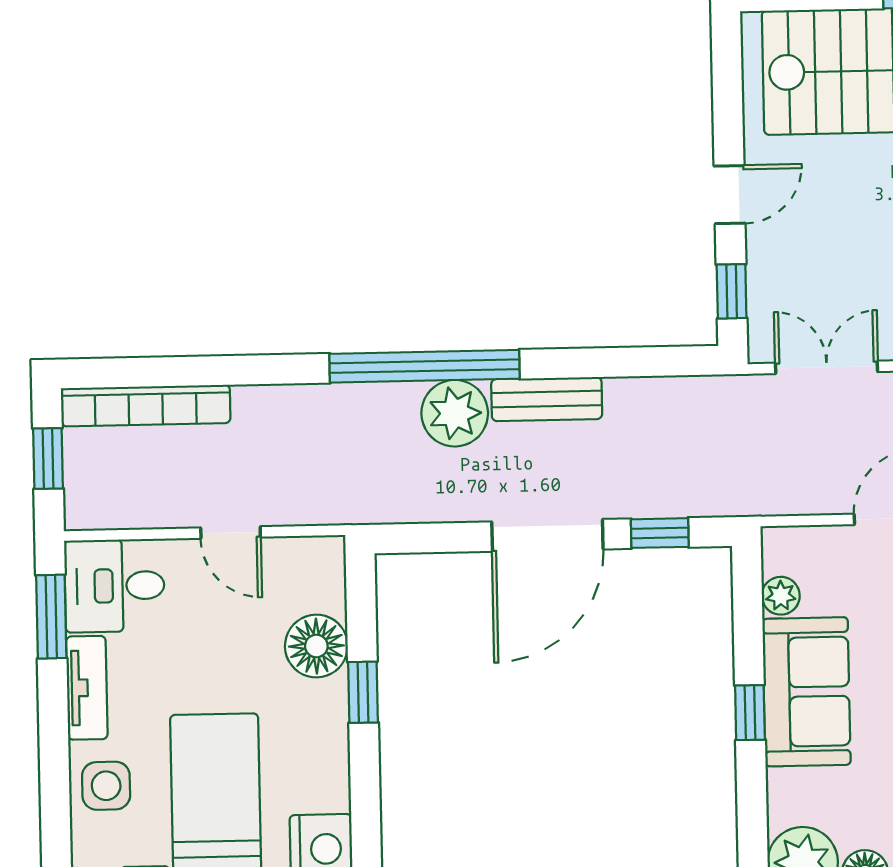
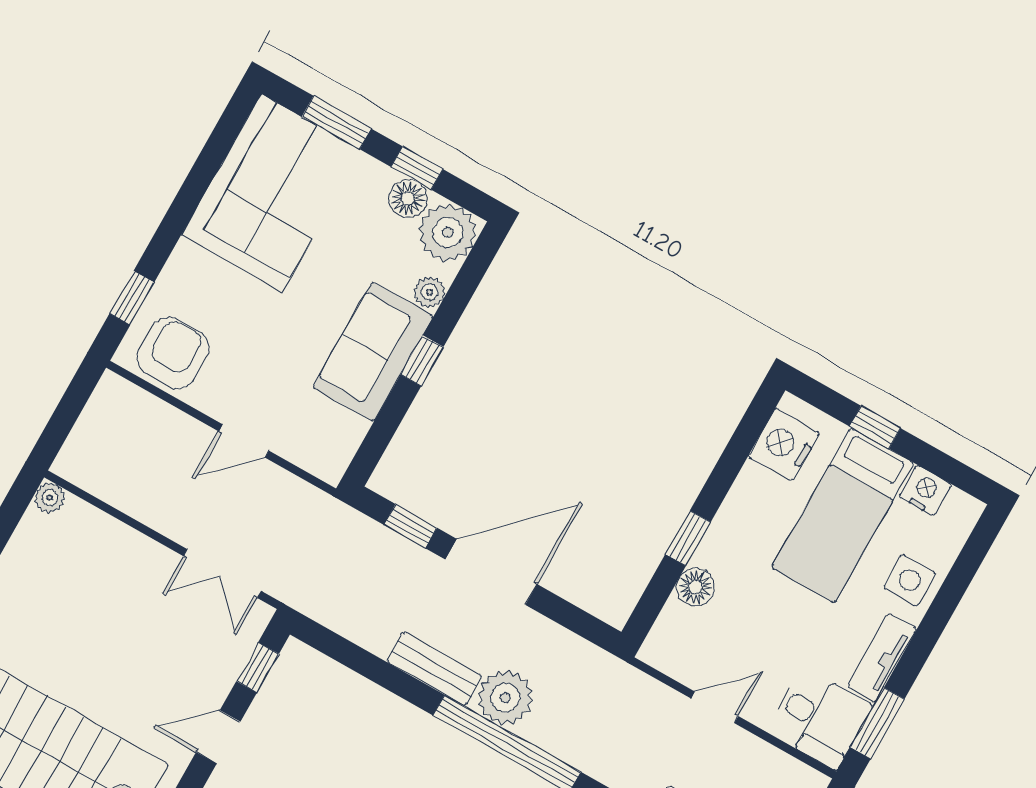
door: (231, 533) -> (715, 707), hinge flipped
plant: (781, 596) -> (429, 292), moved
floor lamp: (316, 646) -> (695, 587), width x0.73, depth x0.73

